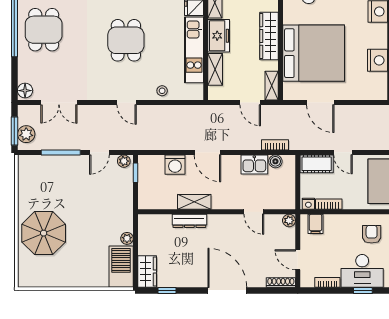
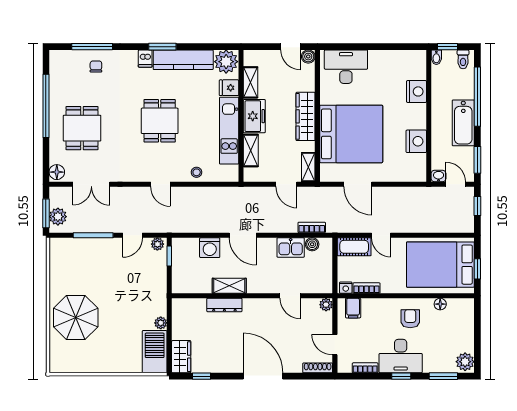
dining table: (44, 30) -> (82, 128), moved

